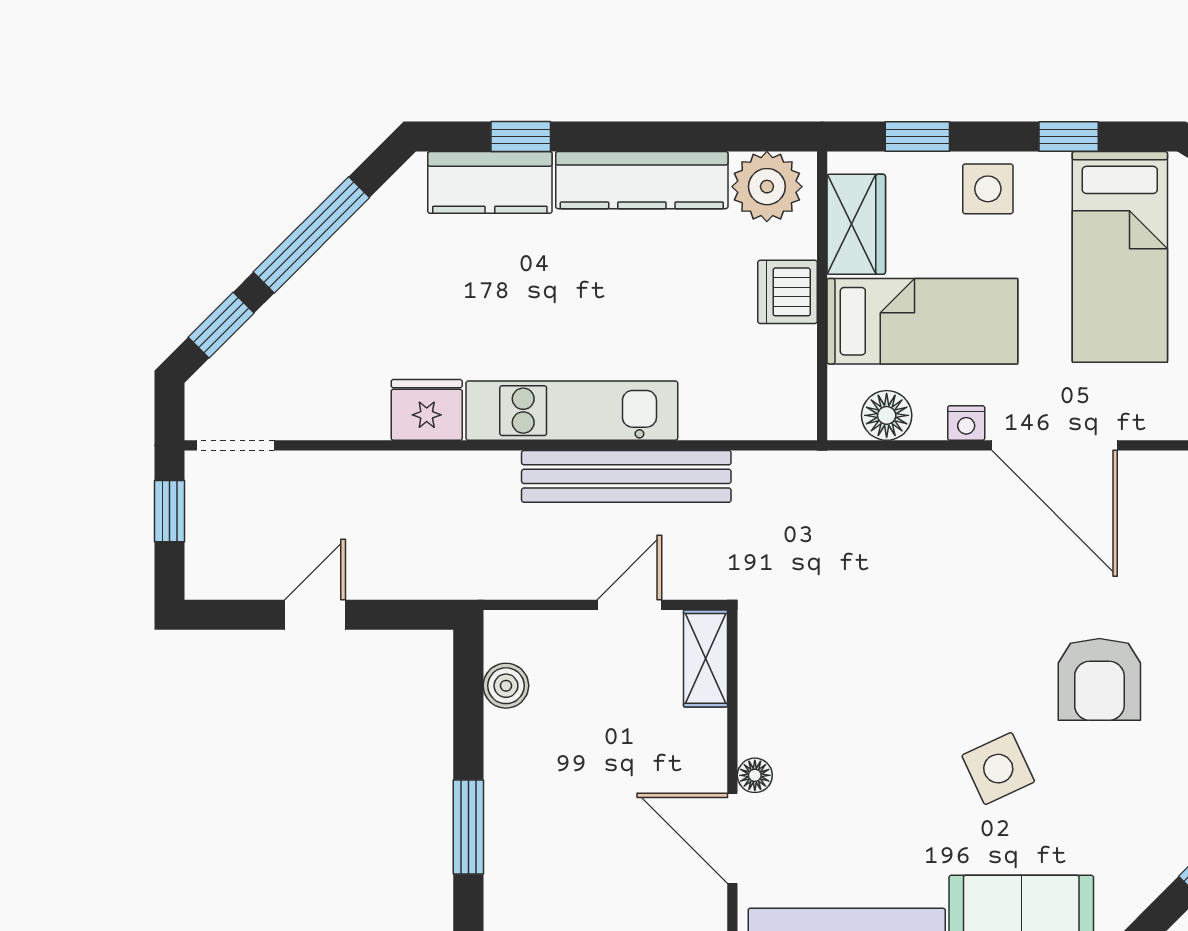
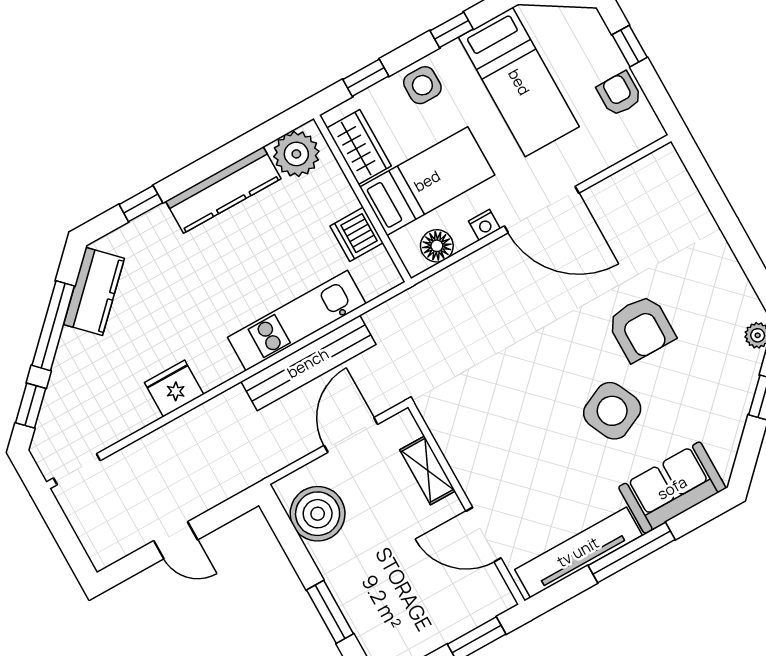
kitchen counter: (490, 182) -> (94, 291), moved, turned -45
dishwasher: (788, 292) -> (357, 234), moved
kitchen unit: (572, 411) -> (297, 321), moved
window: (169, 511) -> (60, 528), removed
door: (629, 605) -> (351, 435), width x1.38
door: (315, 615) -> (176, 540), swing flipped
shelving: (706, 658) -> (428, 470), moved
boiler: (506, 686) -> (318, 514), width x1.86, depth x1.86
side table: (998, 769) -> (612, 411), width x1.37, depth x1.37
floor lamp: (755, 775) -> (476, 492), removed

